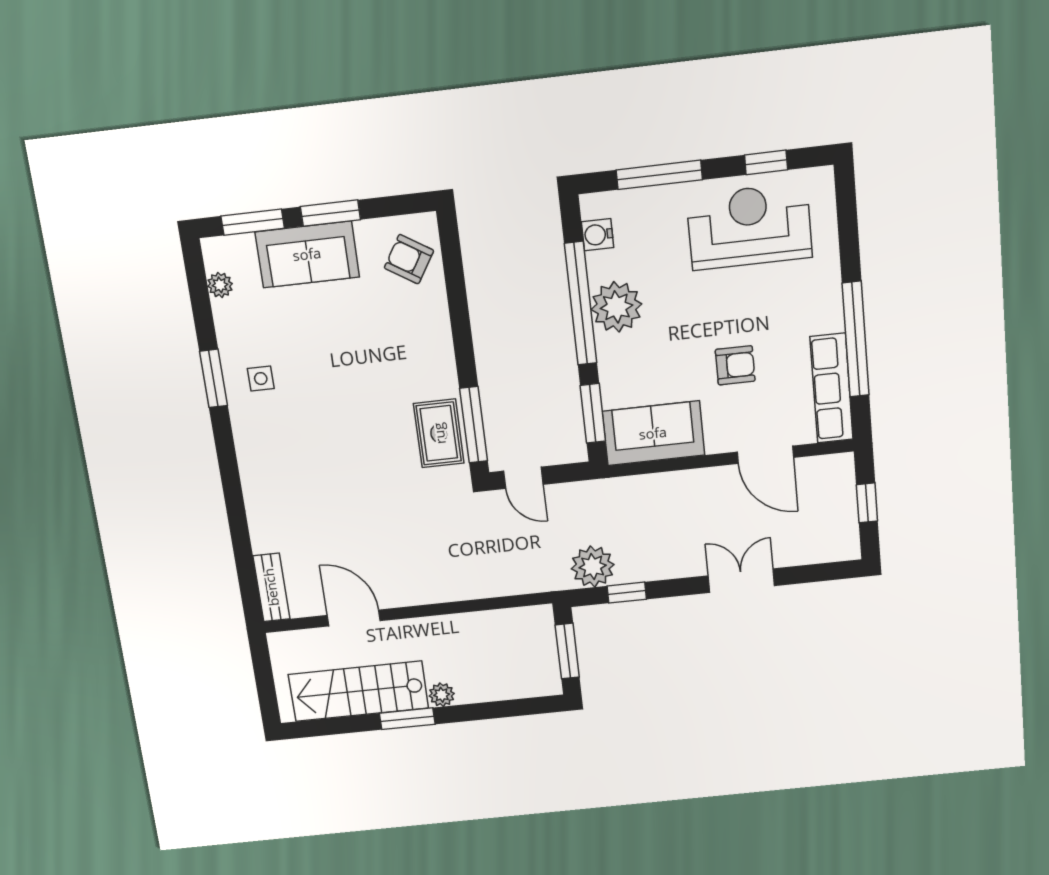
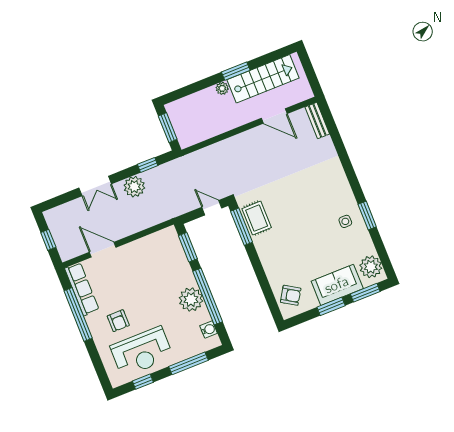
plant: (220, 285) -> (371, 267), width x1.88, depth x1.88
armchair: (735, 365) -> (118, 321), moved, turned -90
sofa: (653, 433) -> (157, 246), removed
plant: (593, 567) -> (134, 187), moved

